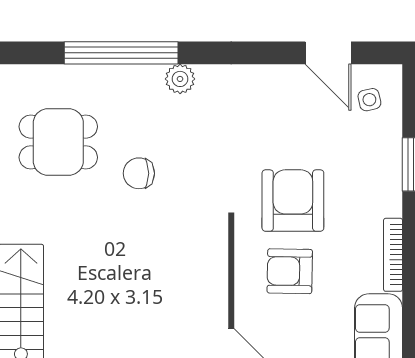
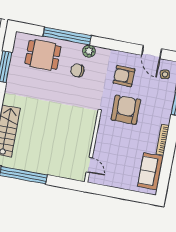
dining table: (58, 142) -> (43, 55), moved
chair: (139, 173) -> (77, 71), moved
armchair: (290, 271) -> (124, 76), moved

